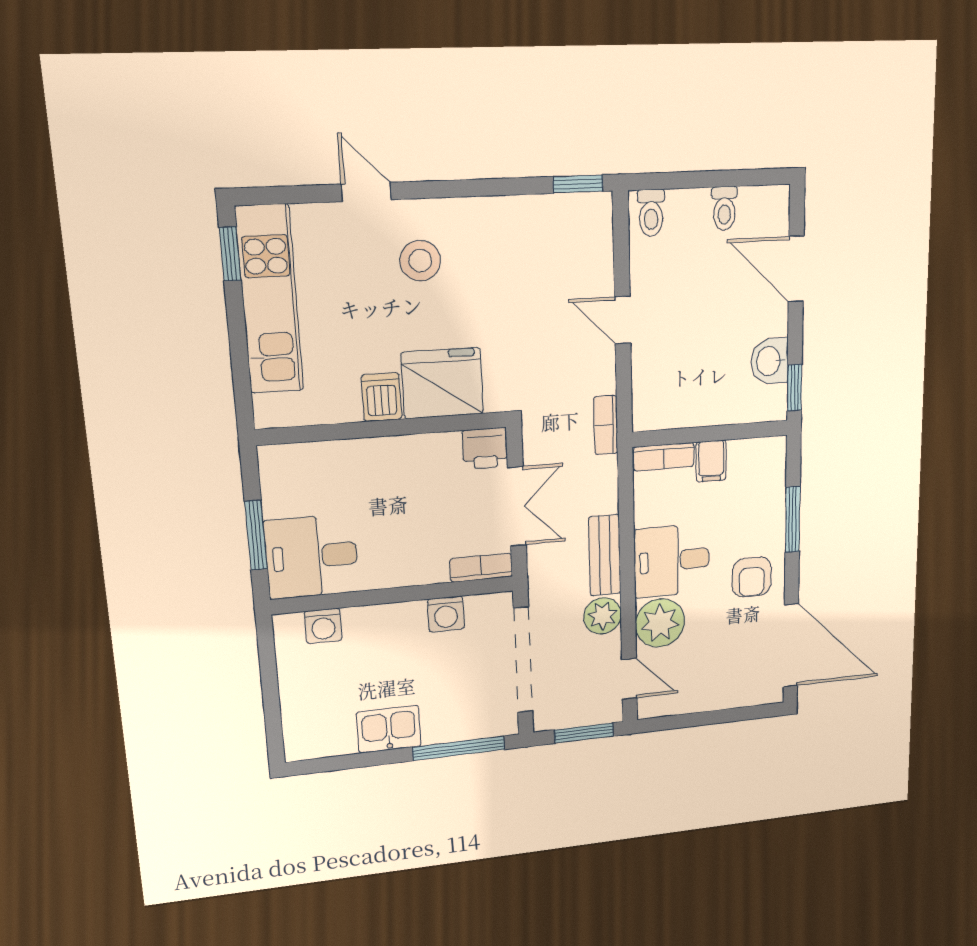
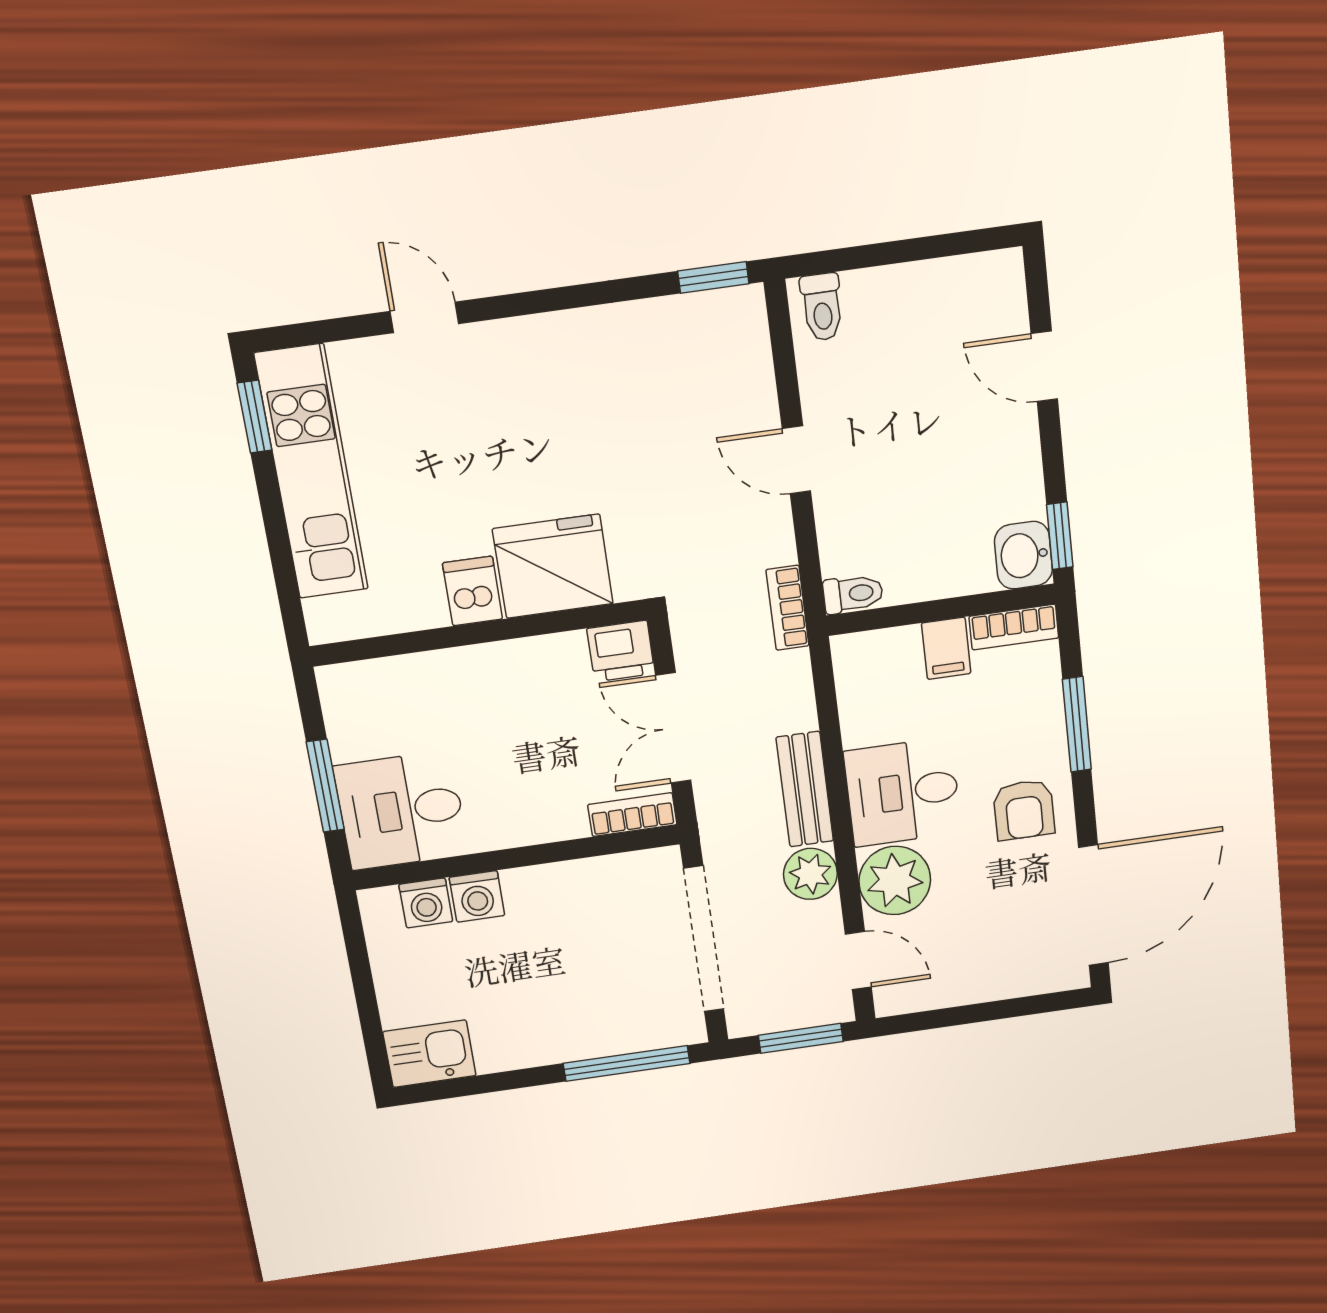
toilet: (724, 209) -> (853, 594), moved, turned -90
stool: (420, 261) -> (506, 403), removed
door: (796, 269) -> (1044, 366), width x0.73
washbasin: (770, 361) -> (1023, 555), moved
bookcase: (664, 457) -> (1014, 627), moved
double door: (517, 506) -> (673, 728), swing flipped
washing machine: (446, 614) -> (477, 896), moved
door: (791, 646) -> (1093, 905), hinge flipped
kitchen sink: (389, 729) -> (429, 1054), moved

